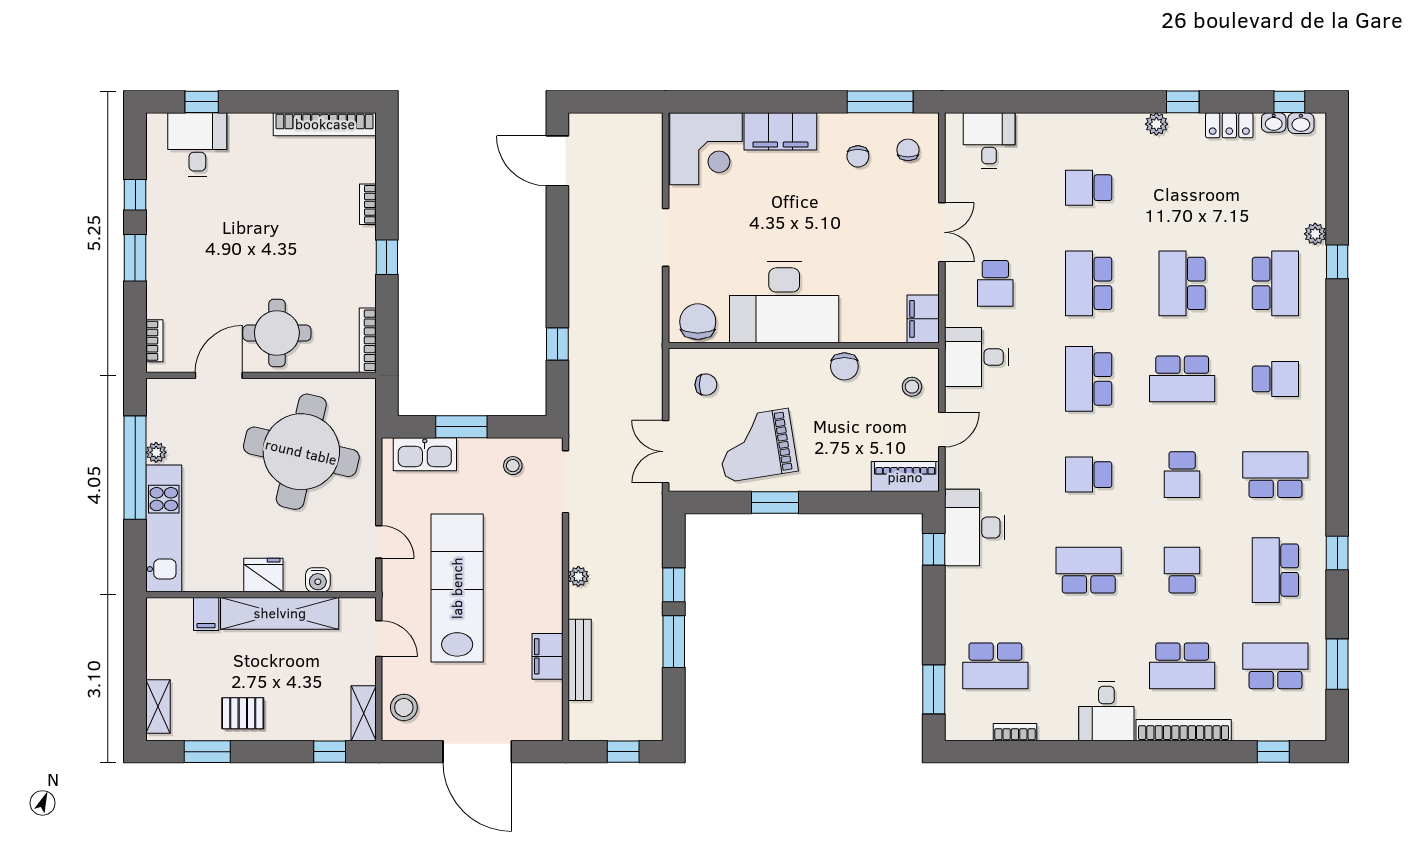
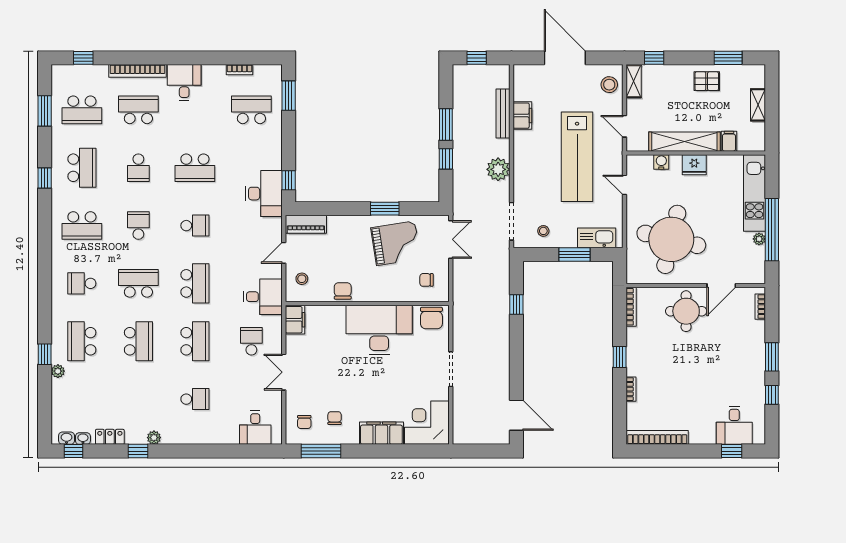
plant: (578, 576) -> (498, 169), width x1.87, depth x1.87
shelving: (158, 706) -> (758, 105), moved

